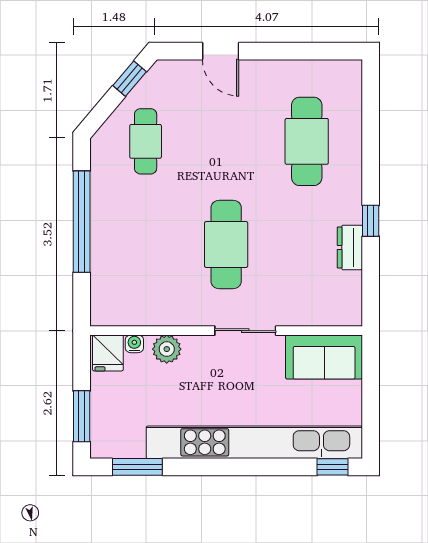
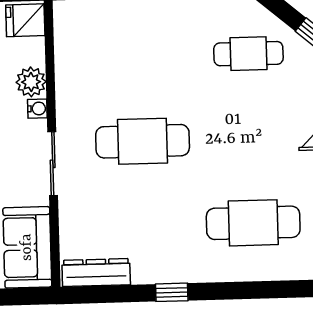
dresser: (350, 247) -> (96, 273), moved, width x1.44
water cooler: (134, 344) -> (37, 109), moved

